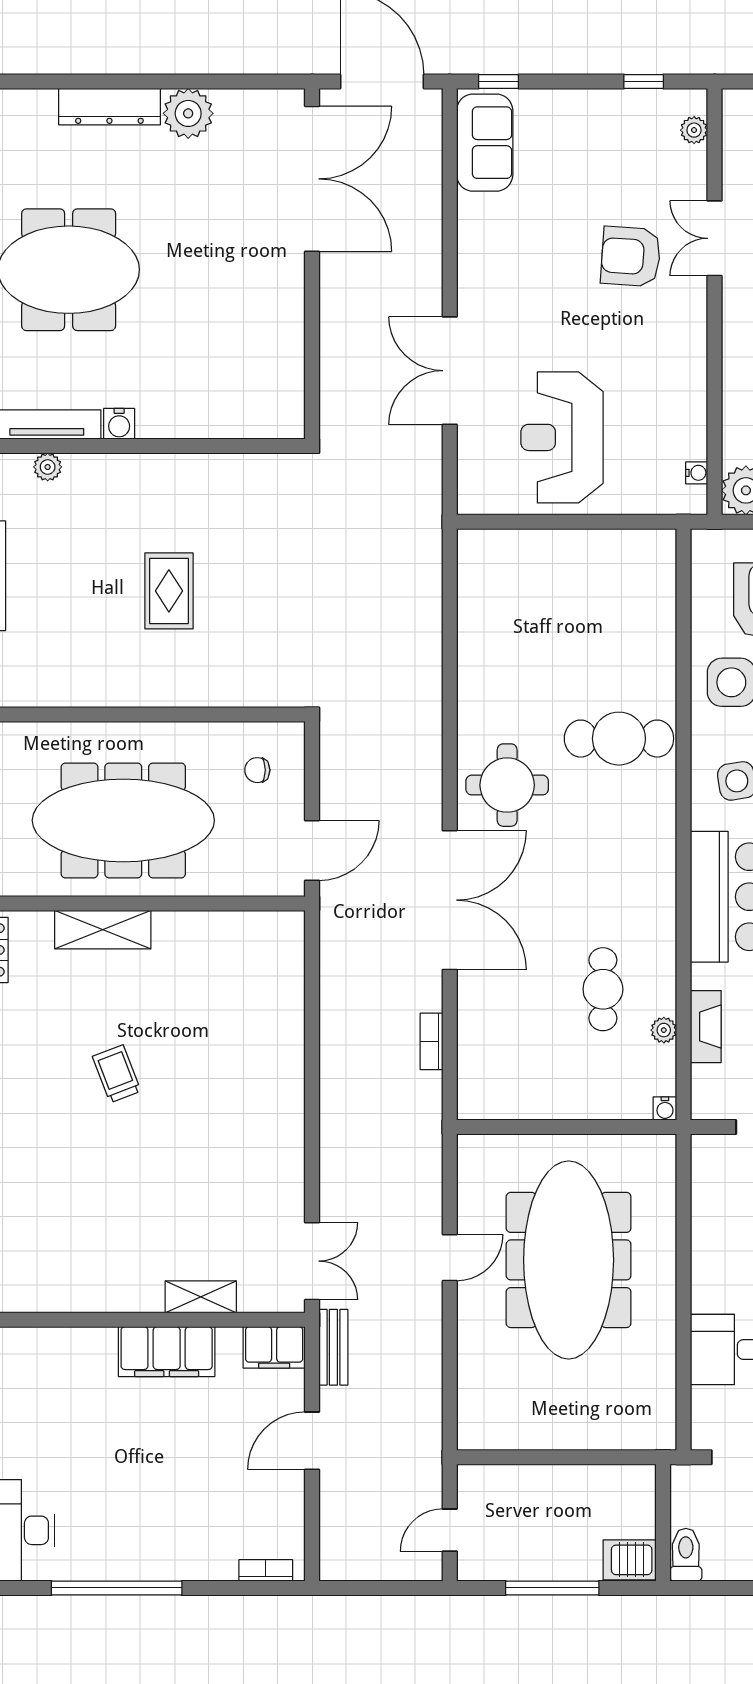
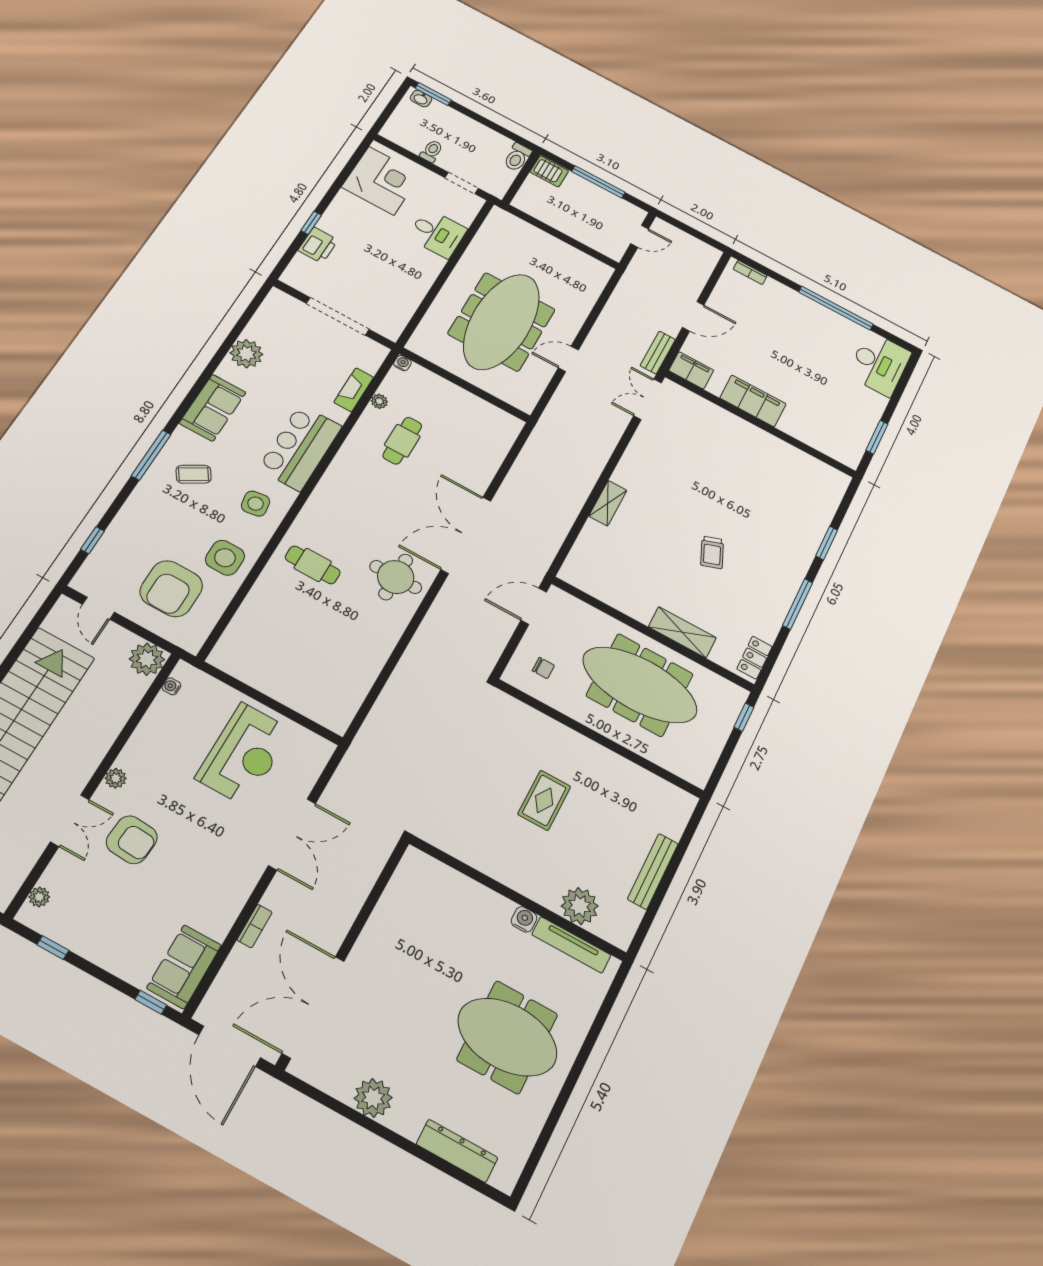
dresser: (109, 107) -> (457, 1151), moved
plant: (693, 320) -> (116, 778), added
plant: (48, 467) -> (580, 906), width x1.88, depth x1.88
cafe table: (619, 739) -> (313, 565), width x0.73, depth x0.74
bookcase: (431, 1041) -> (255, 926), moved
shelving: (201, 1297) -> (608, 503), moved, turned 90

